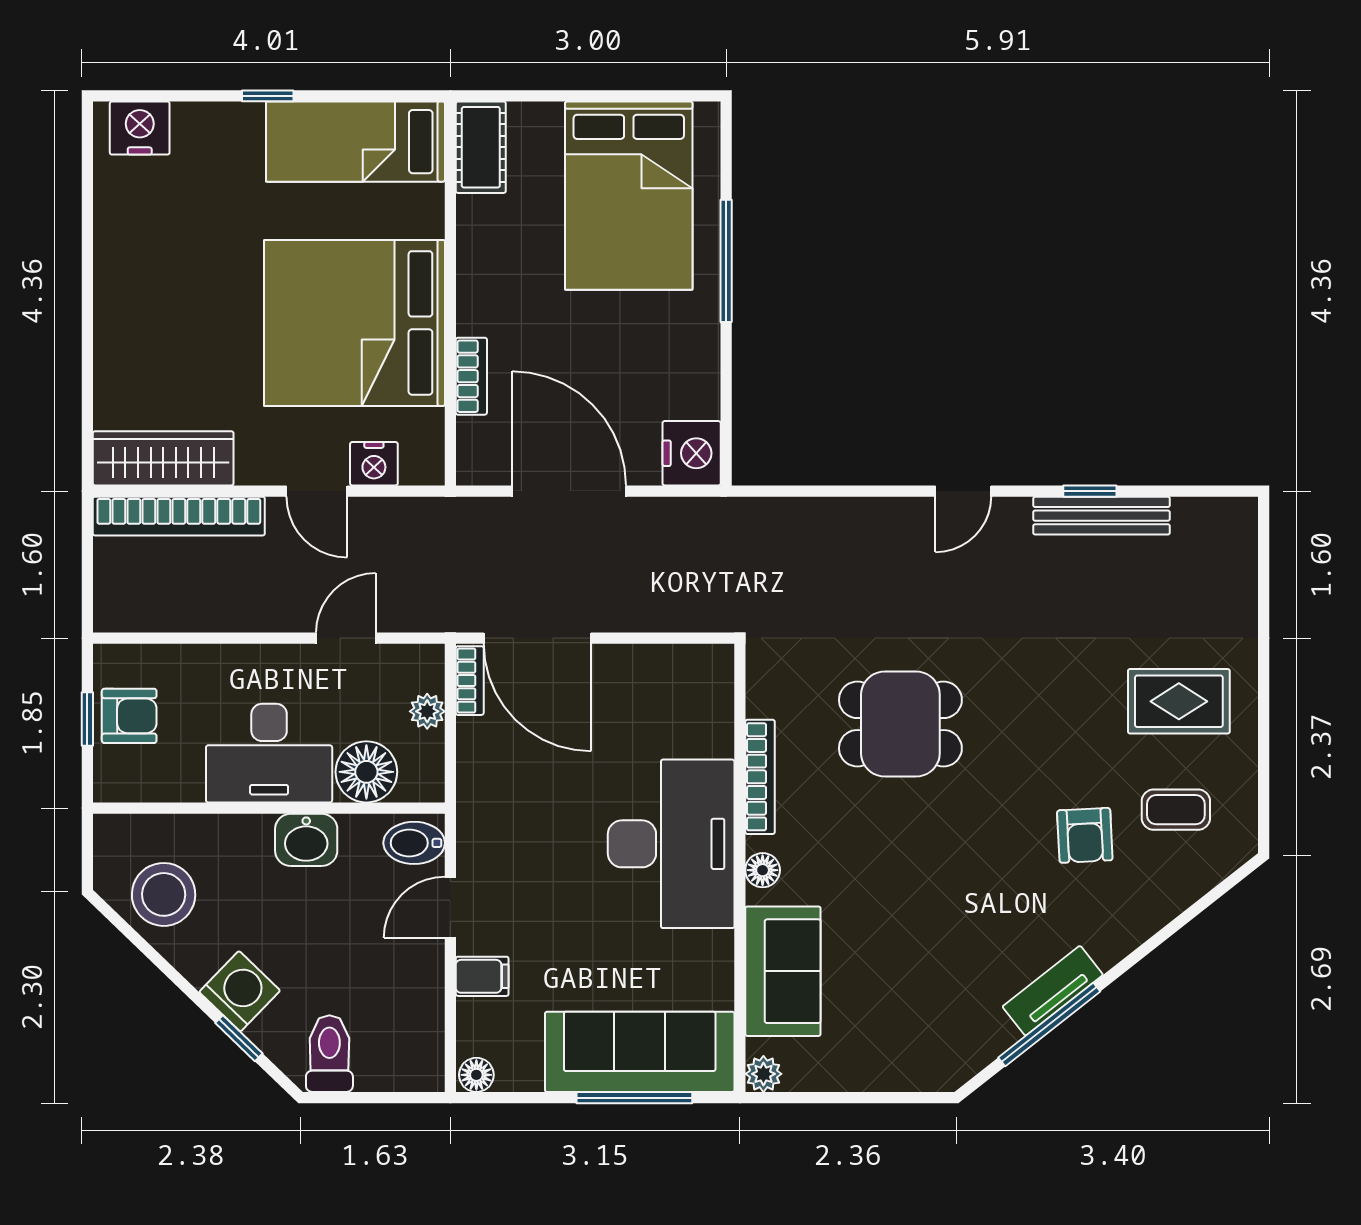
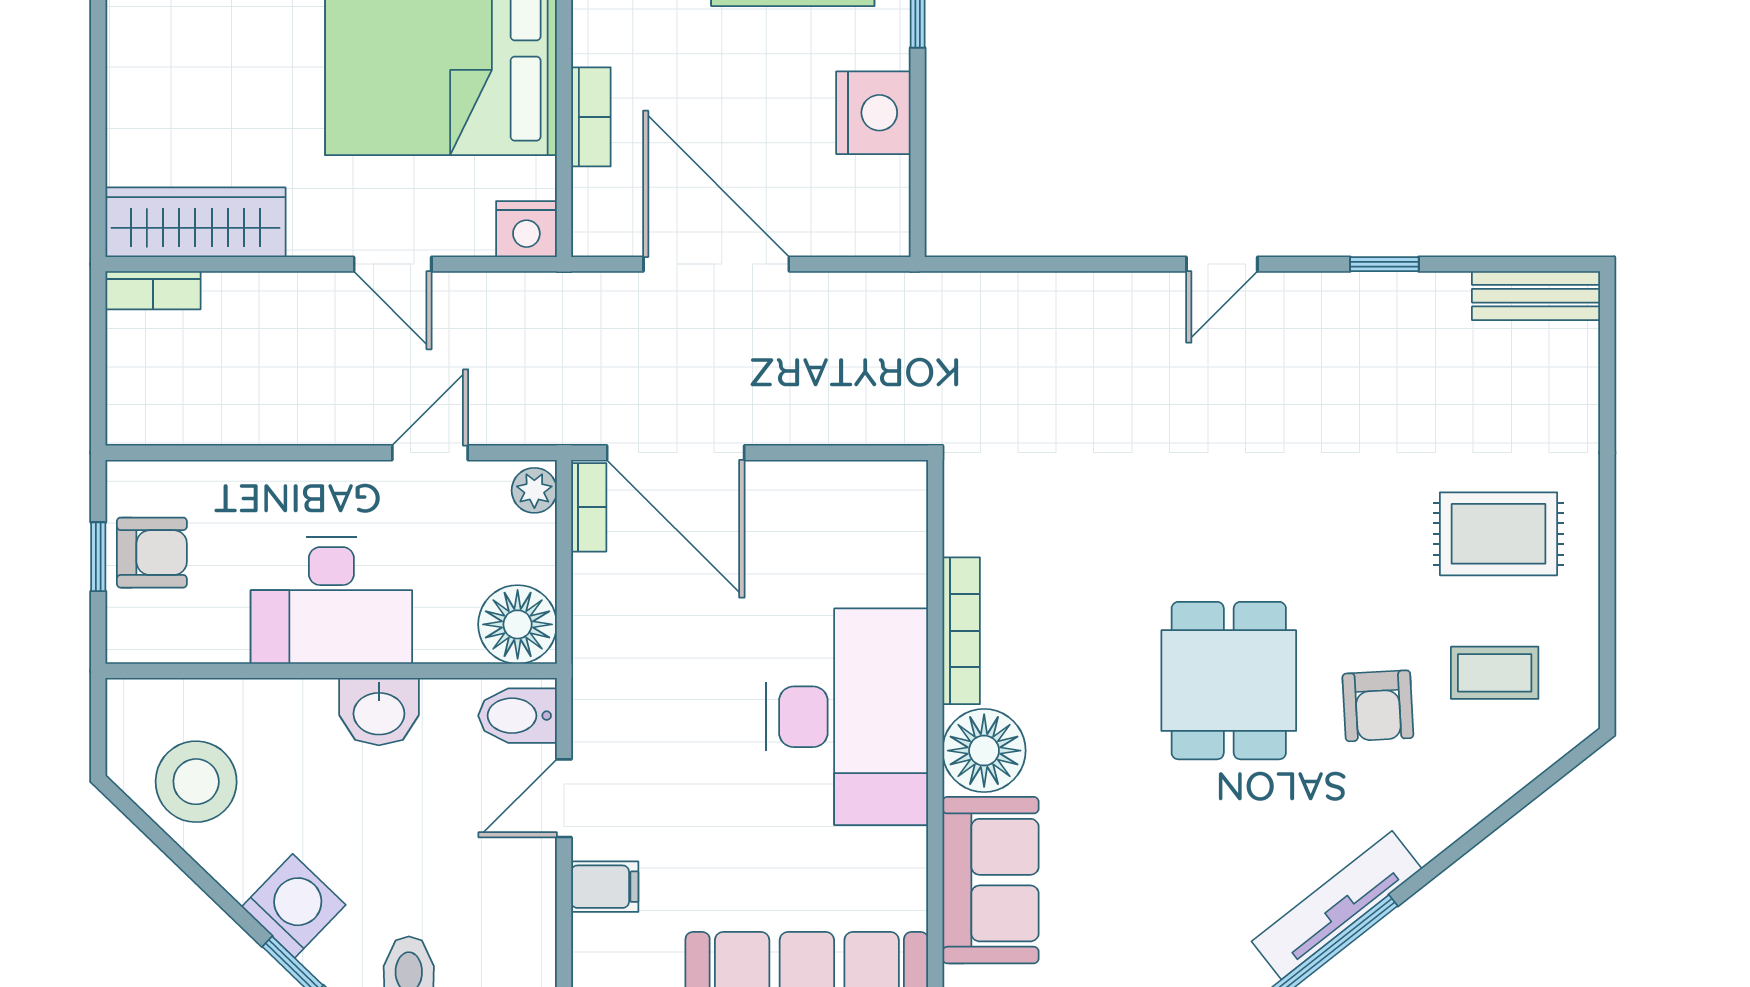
nightstand: (692, 453) -> (873, 113), moved
nightstand: (374, 464) -> (526, 229), moved
bookcase: (179, 516) -> (153, 290), width x0.43, depth x0.76
bench: (1101, 516) -> (1536, 296), moved, width x0.73
plant: (427, 711) -> (534, 490), moved
dining table: (900, 724) -> (1229, 681), moved, turned 90
floor lamp: (366, 772) -> (518, 624), moved
floor lamp: (763, 870) -> (984, 751), width x1.89, depth x1.89
tv unit: (1053, 991) -> (1337, 905), width x1.41

